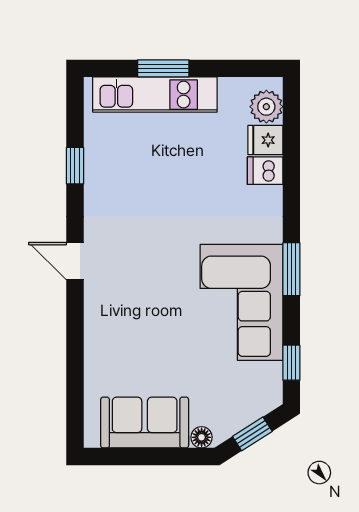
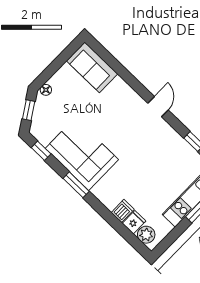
door: (75, 261) -> (158, 107), hinge flipped
sofa: (145, 423) -> (92, 67), moved, turned 90

